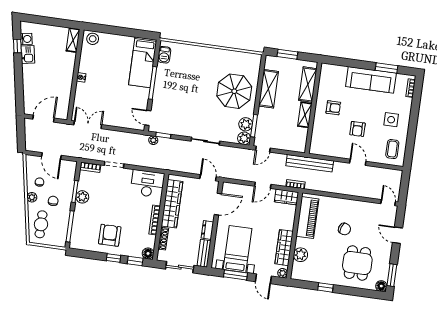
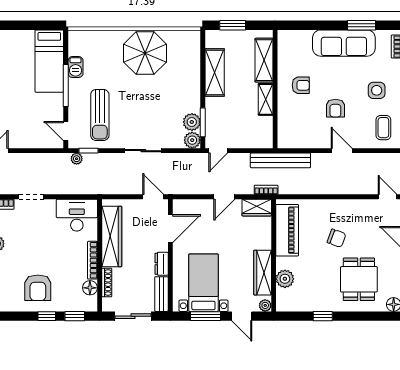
barbecue: (164, 55) -> (76, 67), moved
parasol: (234, 91) -> (145, 53), moved
sun lounger: (176, 109) -> (100, 115), added
armchair: (110, 235) -> (38, 288), turned 180
floor lamp: (148, 253) -> (90, 288), moved

